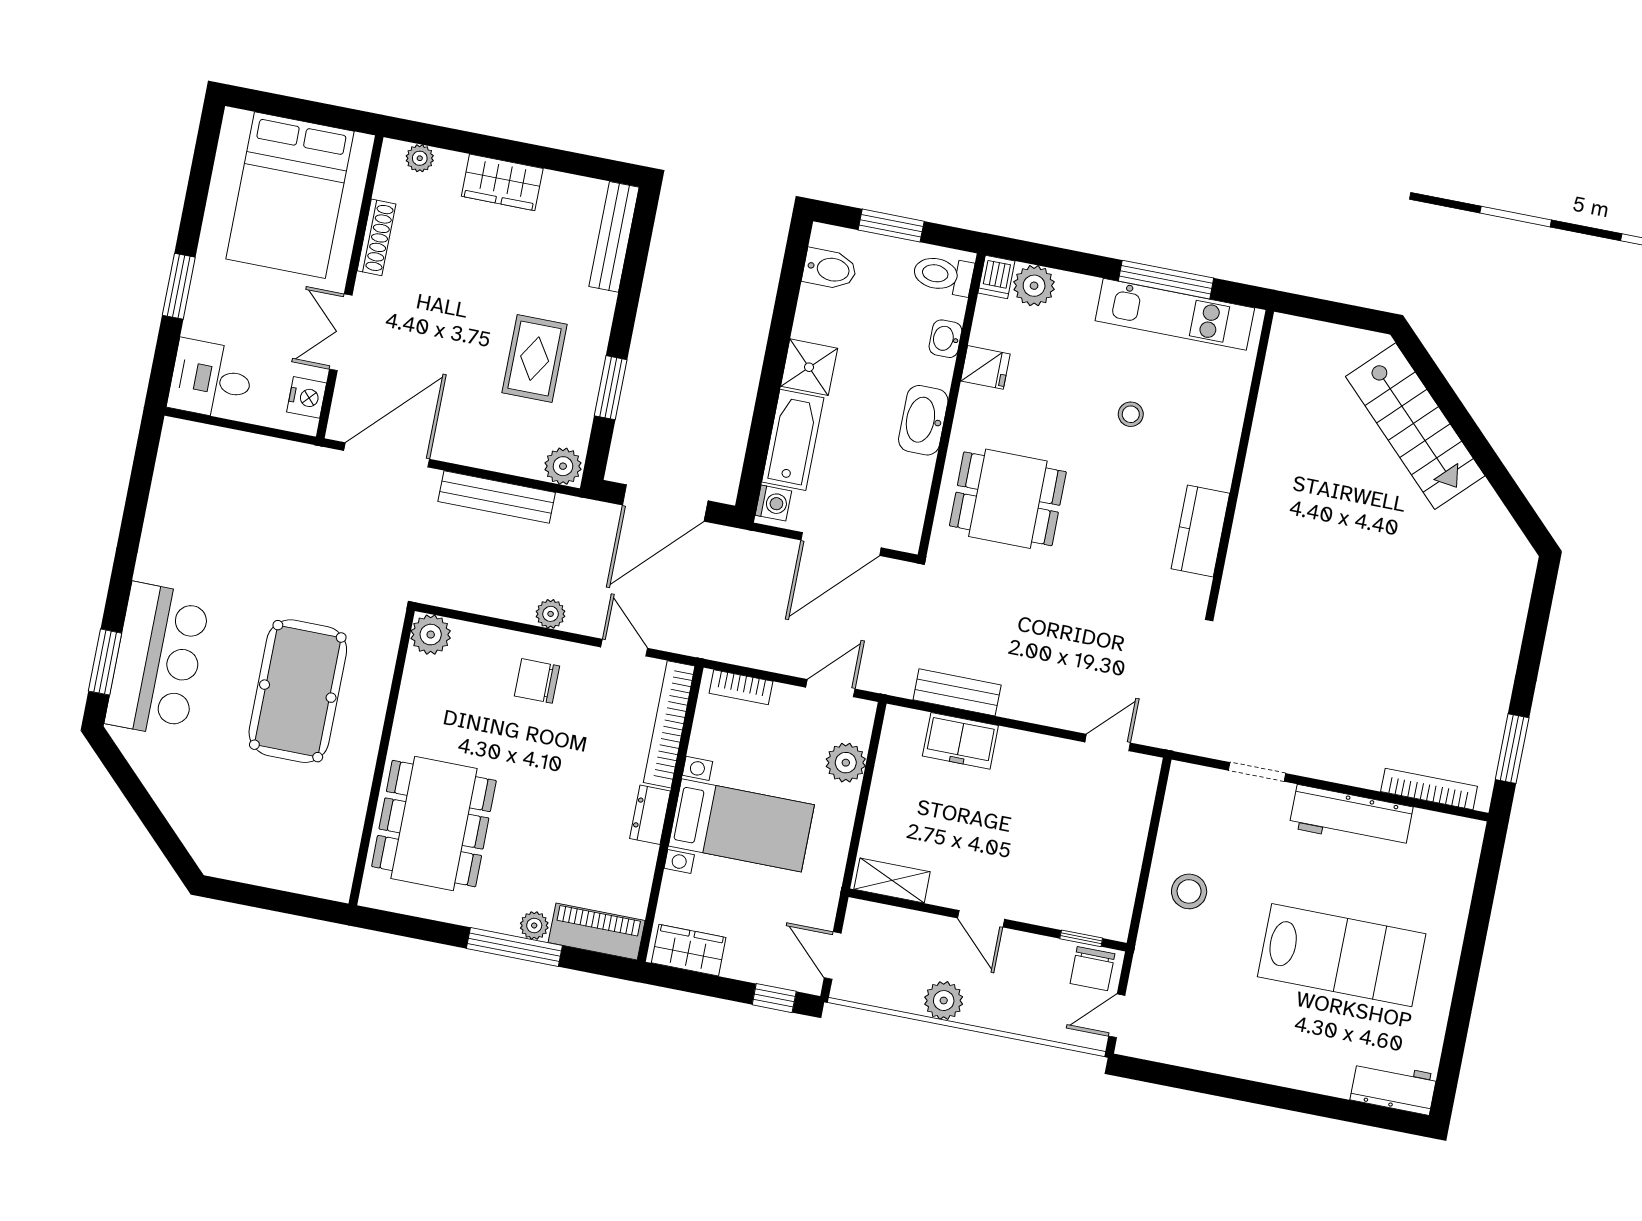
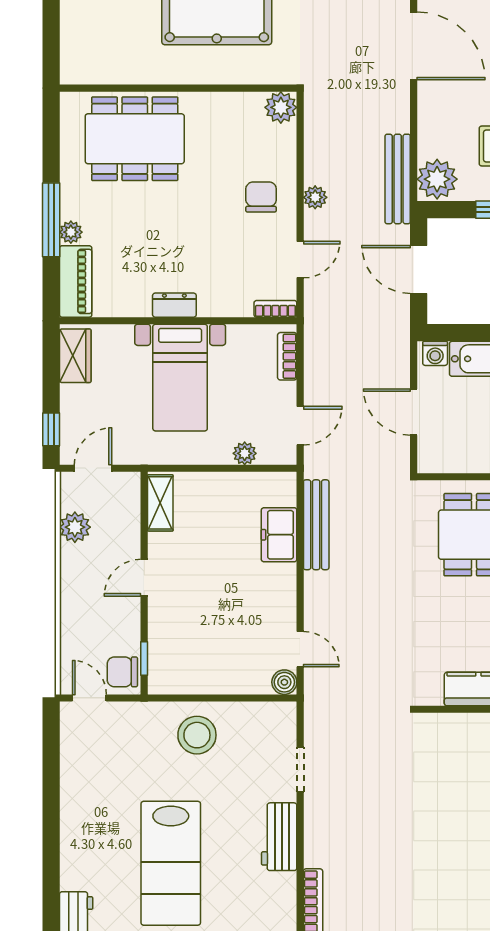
plant: (563, 466) -> (437, 179), width x1.36, depth x1.36
bench: (497, 497) -> (398, 179), moved
door: (665, 503) -> (419, 269), width x0.73
door: (841, 544) -> (414, 412), width x0.73
door: (830, 688) -> (300, 426), hinge flipped
bench: (957, 692) -> (316, 525), width x1.36
bookcase: (669, 724) -> (275, 309), width x0.43, depth x0.76
plant: (846, 763) -> (245, 453), width x0.73, depth x0.73
boiler: (1145, 770) -> (284, 682), added
workbench: (1351, 817) -> (279, 837), width x0.73
stool: (1189, 891) -> (197, 735), width x1.38, depth x1.38
plant: (944, 1001) -> (75, 527), moved

